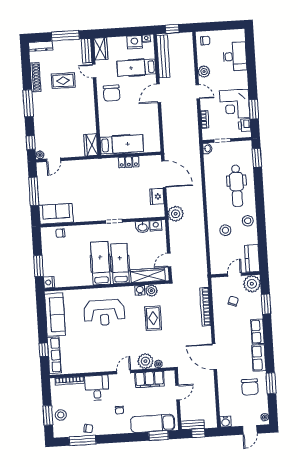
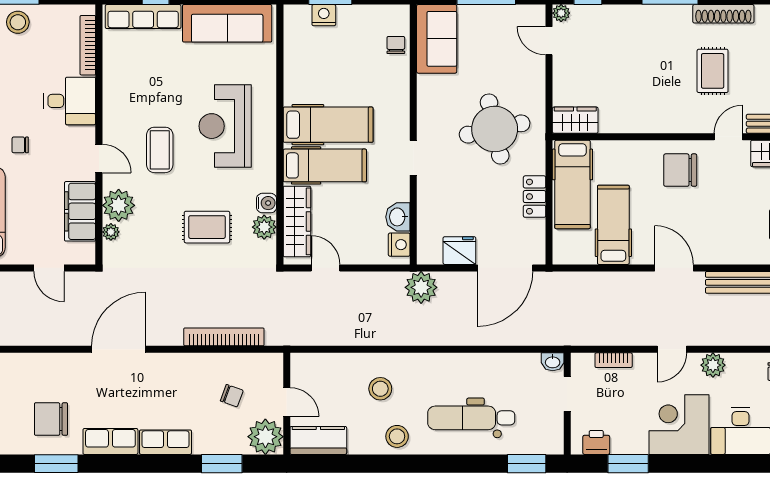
hospital bed: (136, 68) -> (613, 225), moved
corner desk: (235, 104) -> (679, 425), moved
round table: (98, 183) -> (495, 129), added
nightstand: (49, 282) -> (324, 15), moved
coffee table: (118, 343) -> (160, 150), added

